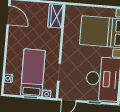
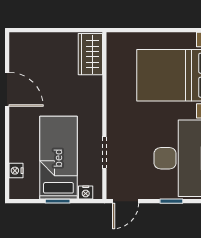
door: (8, 15) -> (7, 89), moved

